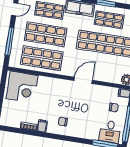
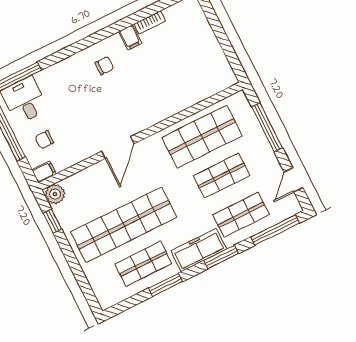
shop shelf: (46, 34) -> (222, 176), width x0.70, depth x0.74
corner desk: (22, 87) -> (201, 73), removed

